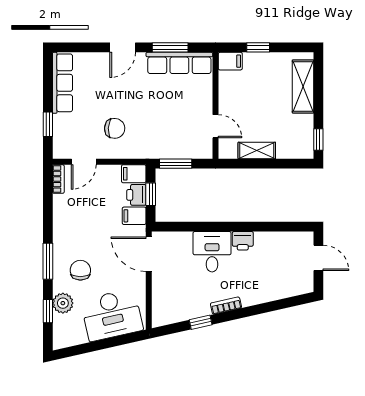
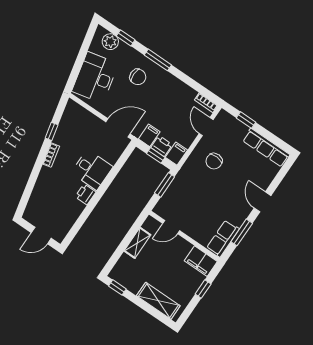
filing cabinet: (230, 61) -> (201, 261), width x2.00
row of seats: (179, 63) -> (223, 238), width x0.68
plant: (63, 303) -> (110, 42), moved

